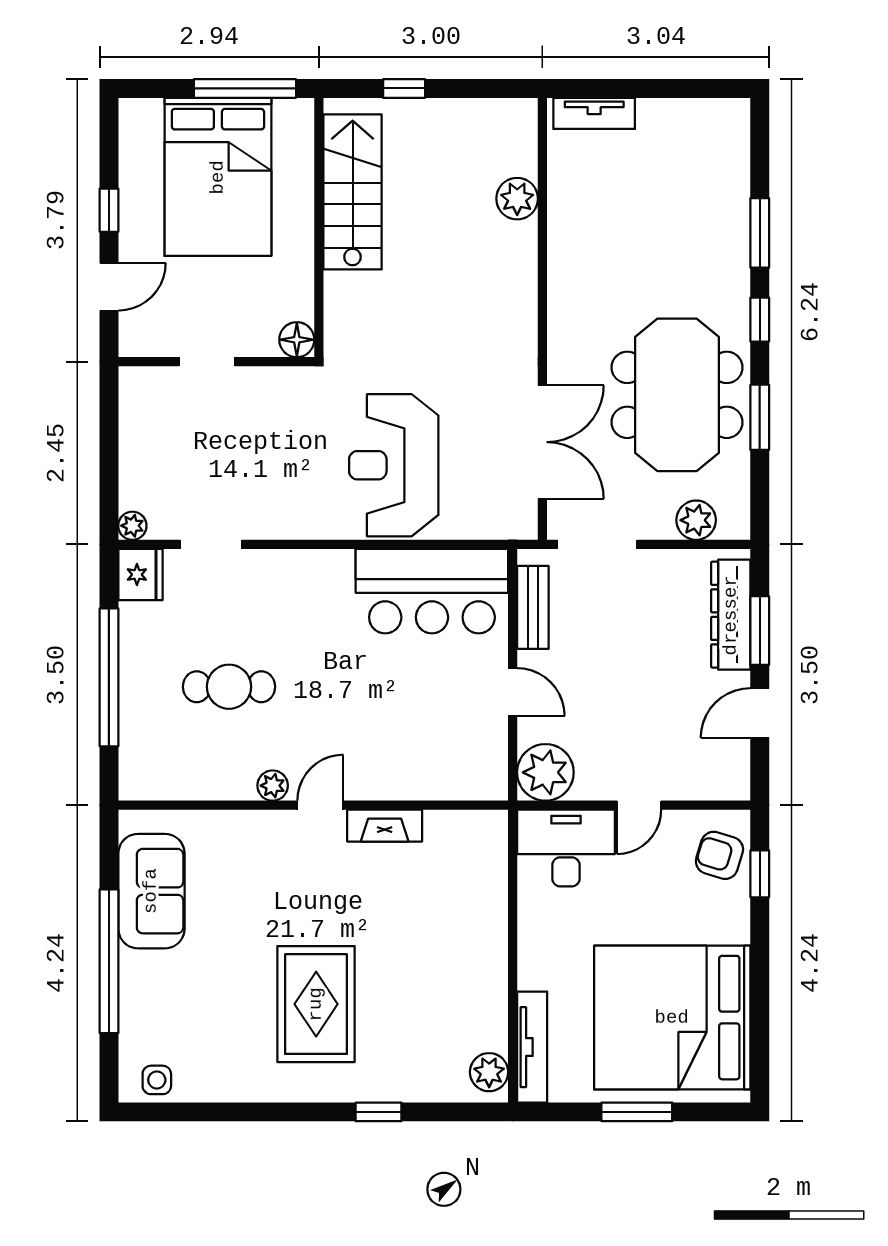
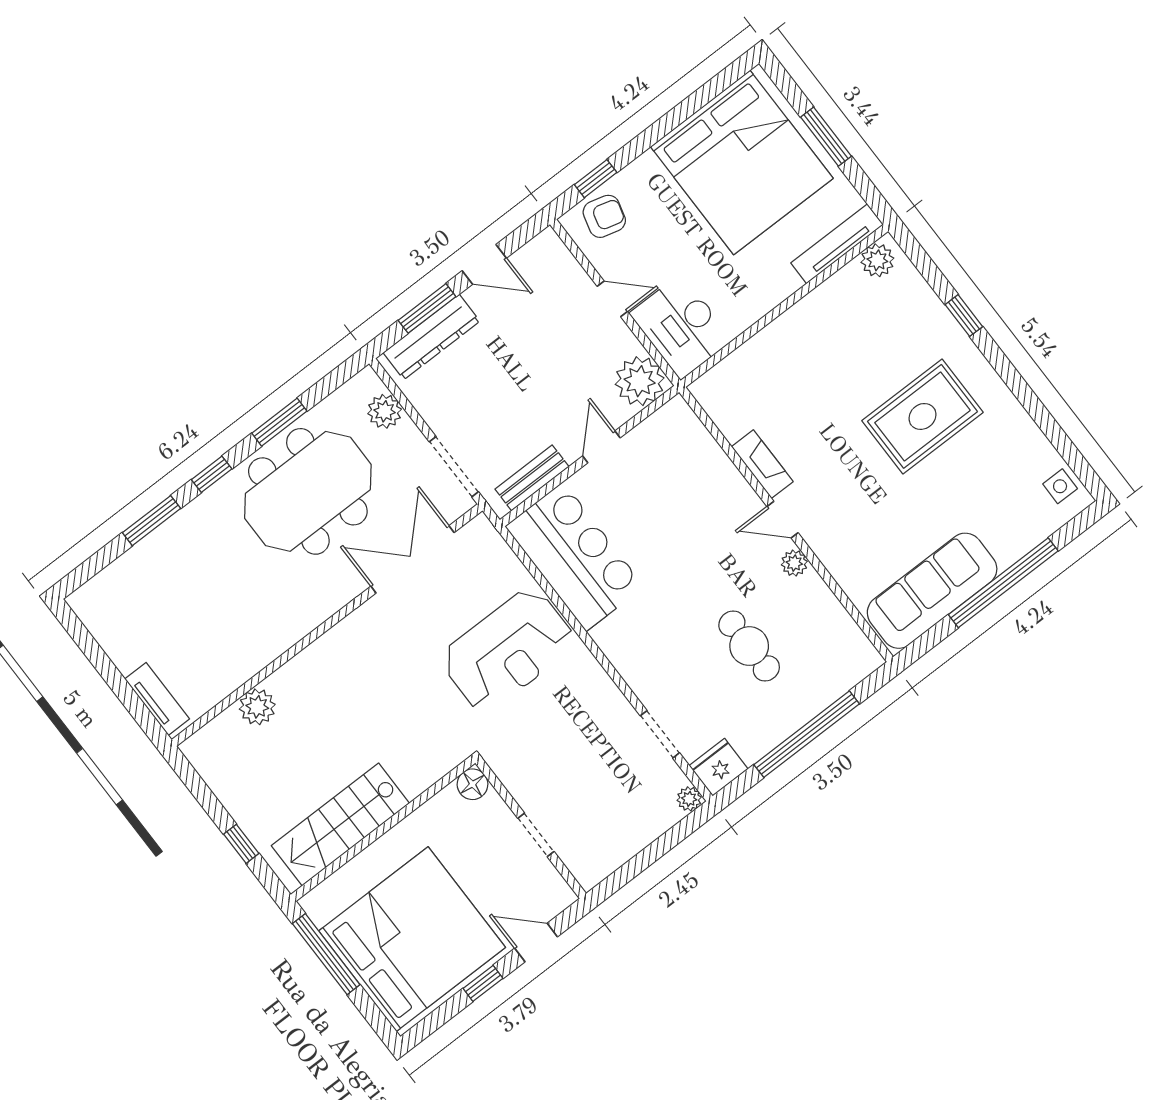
bed: (218, 177) -> (412, 939), width x1.36
armchair: (719, 855) -> (604, 216), turned -92
sofa: (151, 891) -> (932, 591), width x1.36

